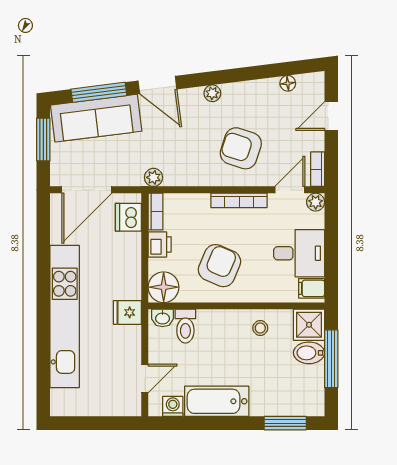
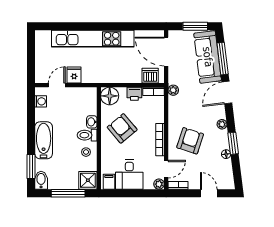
window: (245, 74) -> (233, 143), added
floor lamp: (288, 83) -> (226, 154), moved
door: (290, 190) -> (166, 169), hinge flipped
armchair: (219, 266) -> (122, 128), turned -153
fridge: (127, 312) -> (74, 75), moved
washbasin: (163, 318) -> (92, 122), moved
toilet: (185, 326) -> (87, 135), moved
bidet: (309, 353) -> (41, 180), moved
door: (145, 378) -> (57, 85), swing flipped
bathtub: (217, 401) -> (44, 140), moved

